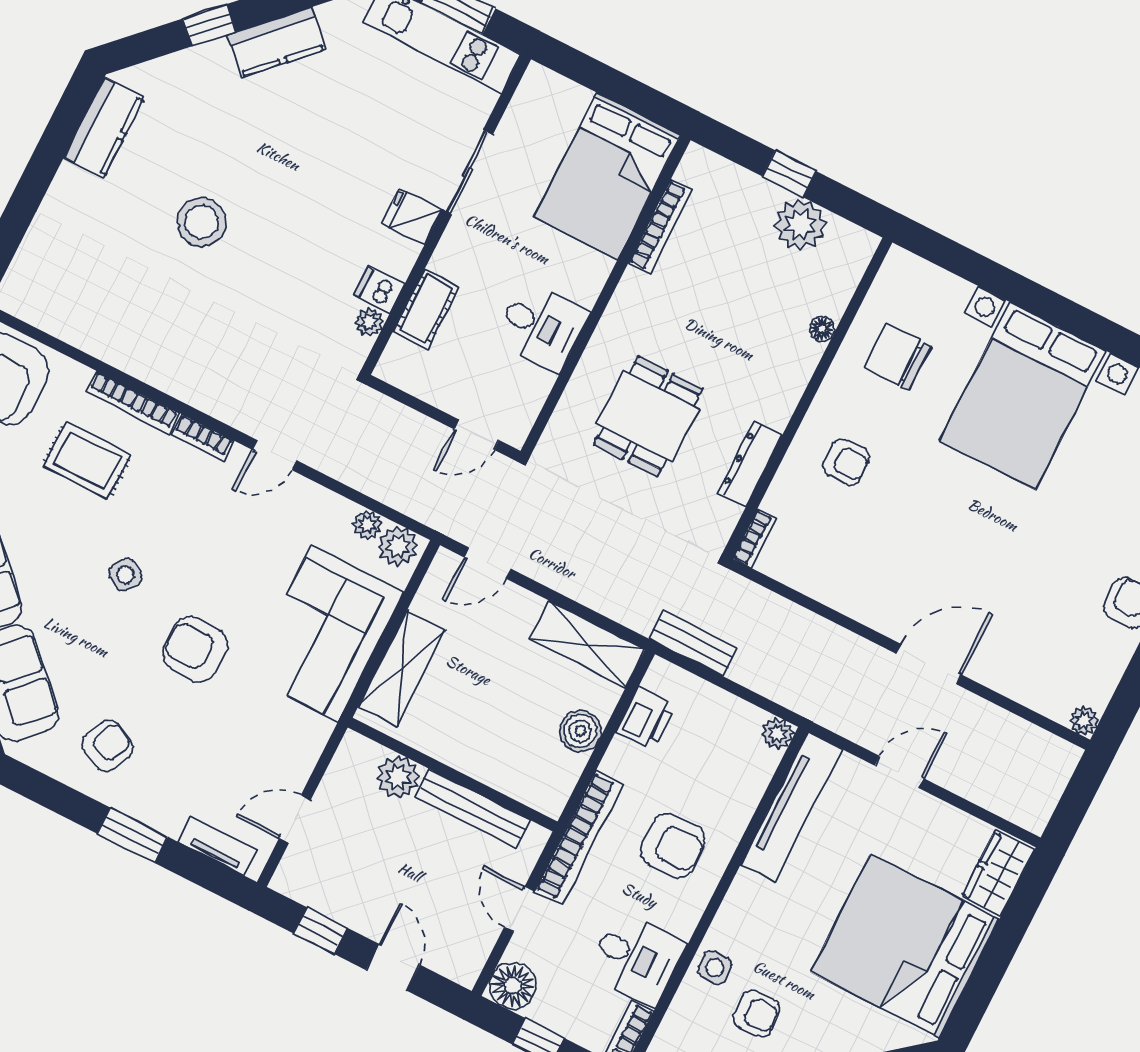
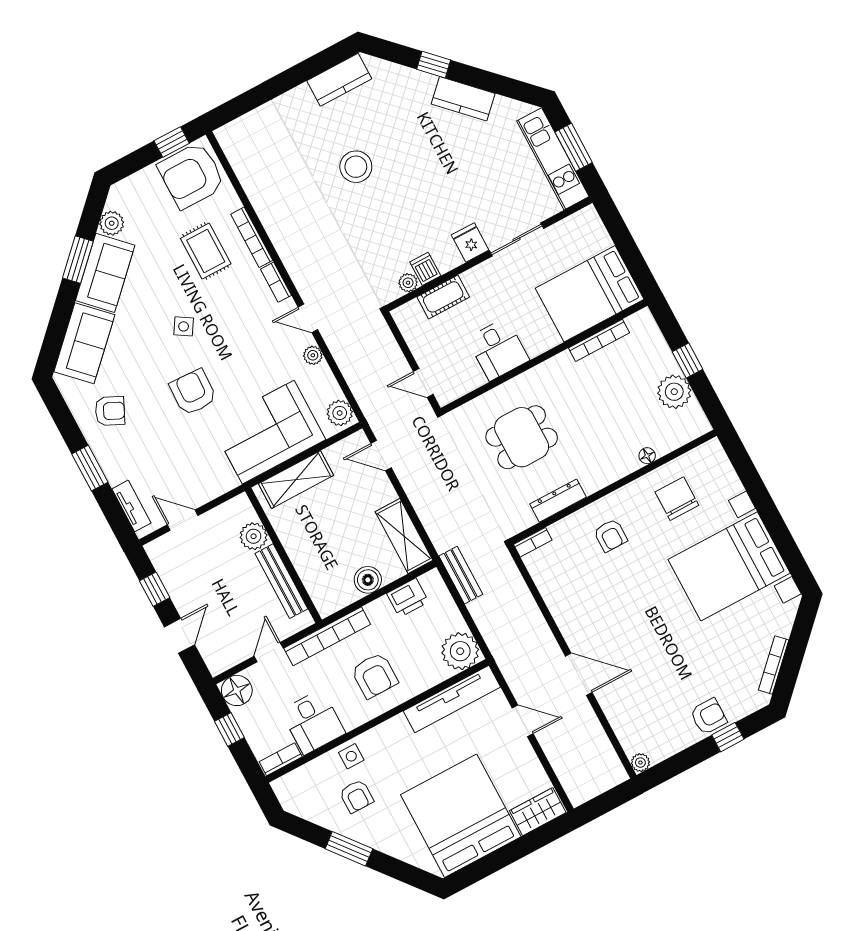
plant: (367, 524) -> (313, 355), moved
plant: (777, 734) -> (460, 651), width x1.88, depth x1.88

